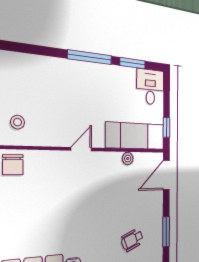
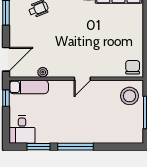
stool: (18, 122) -> (130, 96), width x1.89, depth x1.89
exam couch: (135, 136) -> (29, 87), width x0.73, depth x0.69

